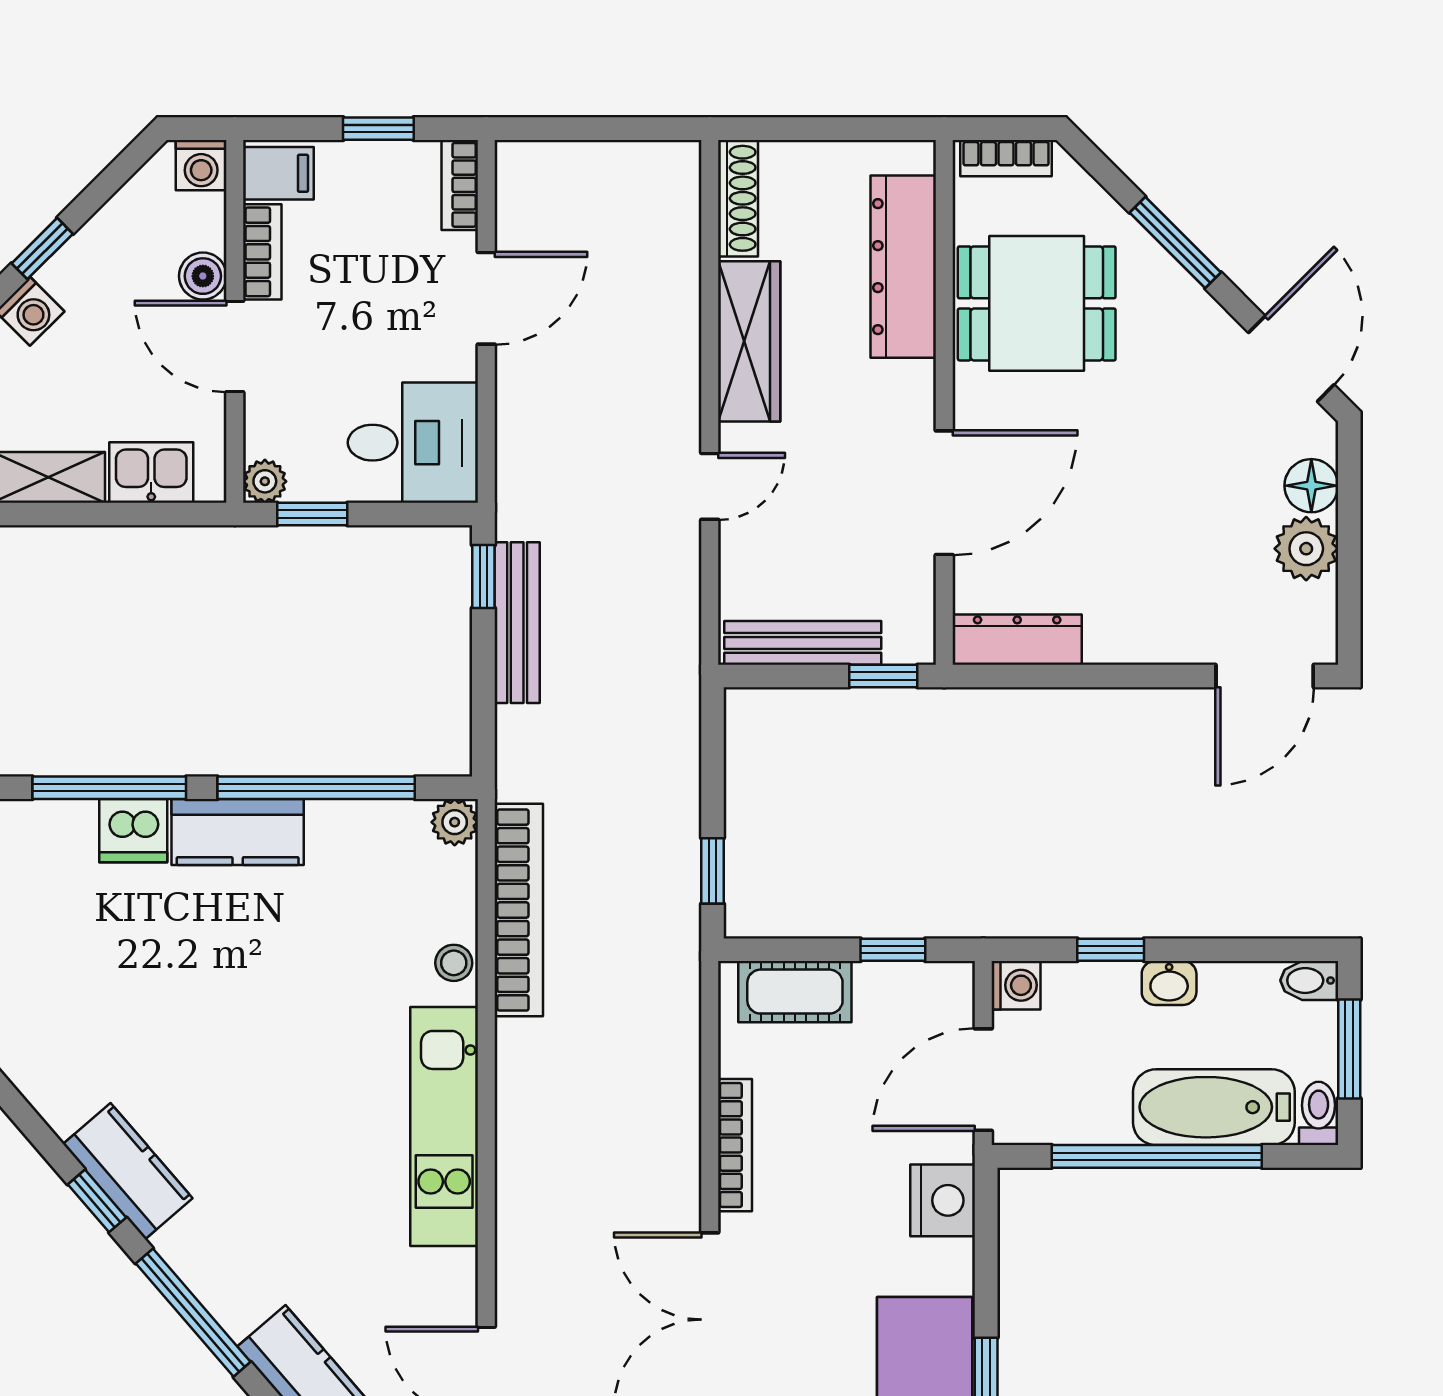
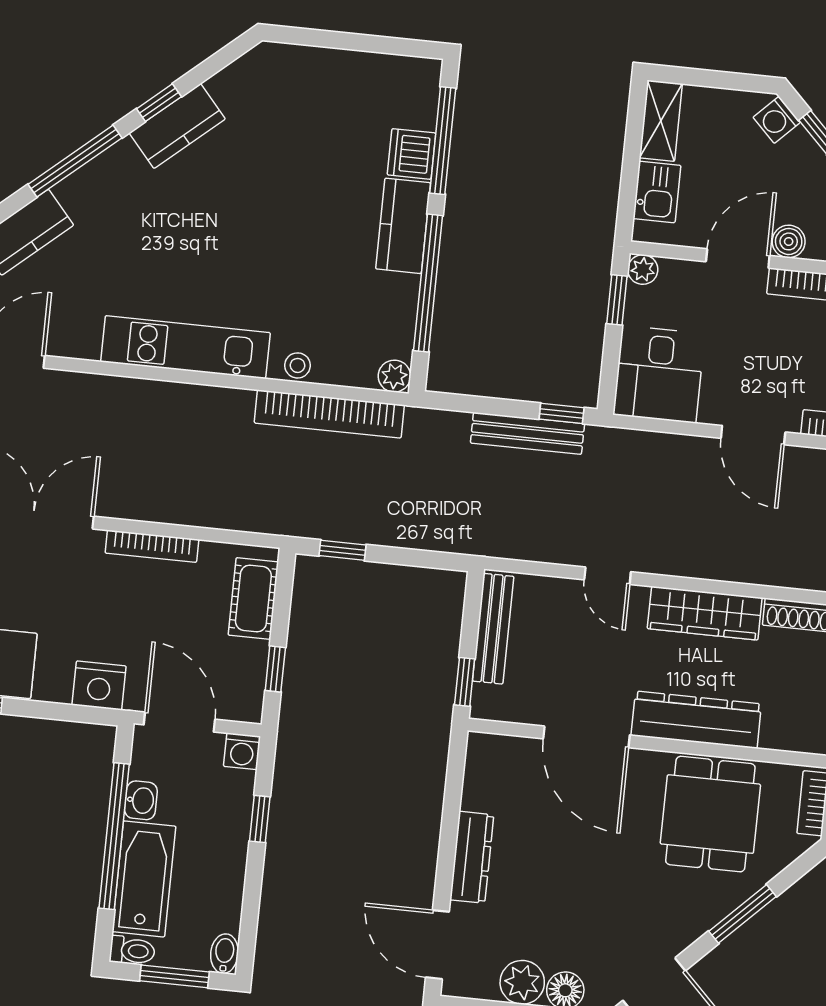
dresser: (903, 267) -> (696, 720), moved
dresser: (1017, 640) -> (472, 857), moved
washbasin: (1169, 983) -> (141, 800), moved, turned 180

